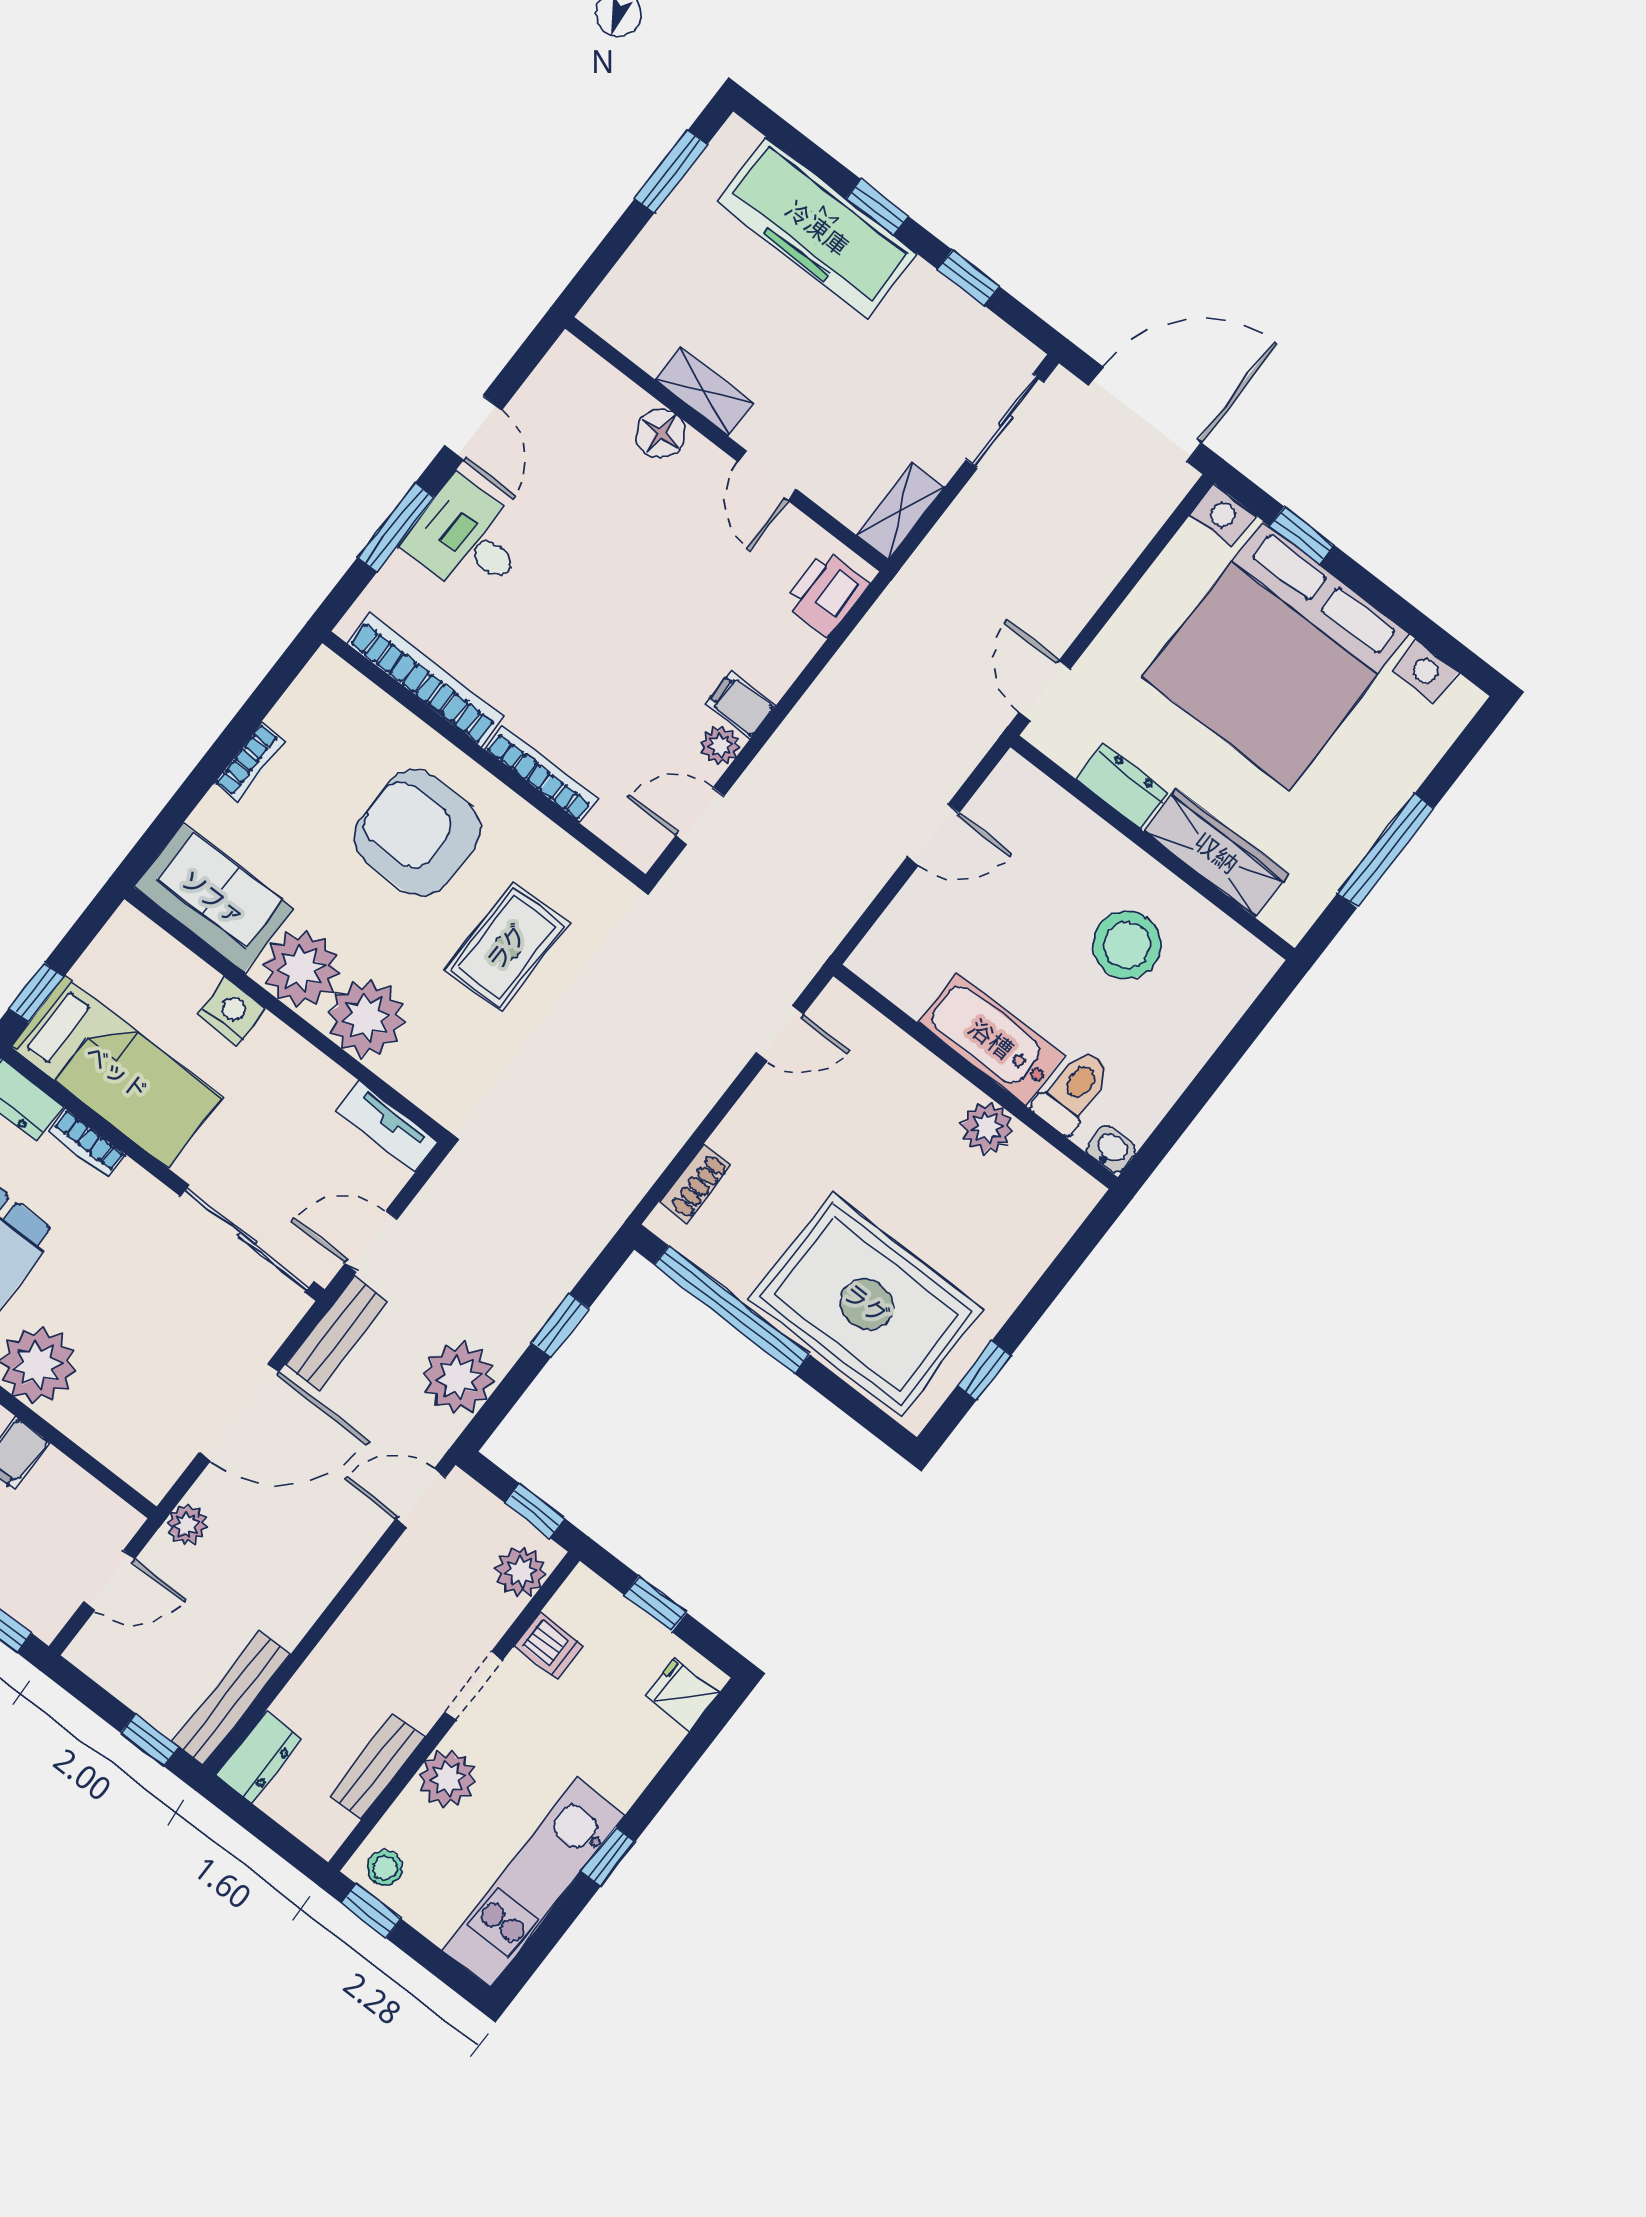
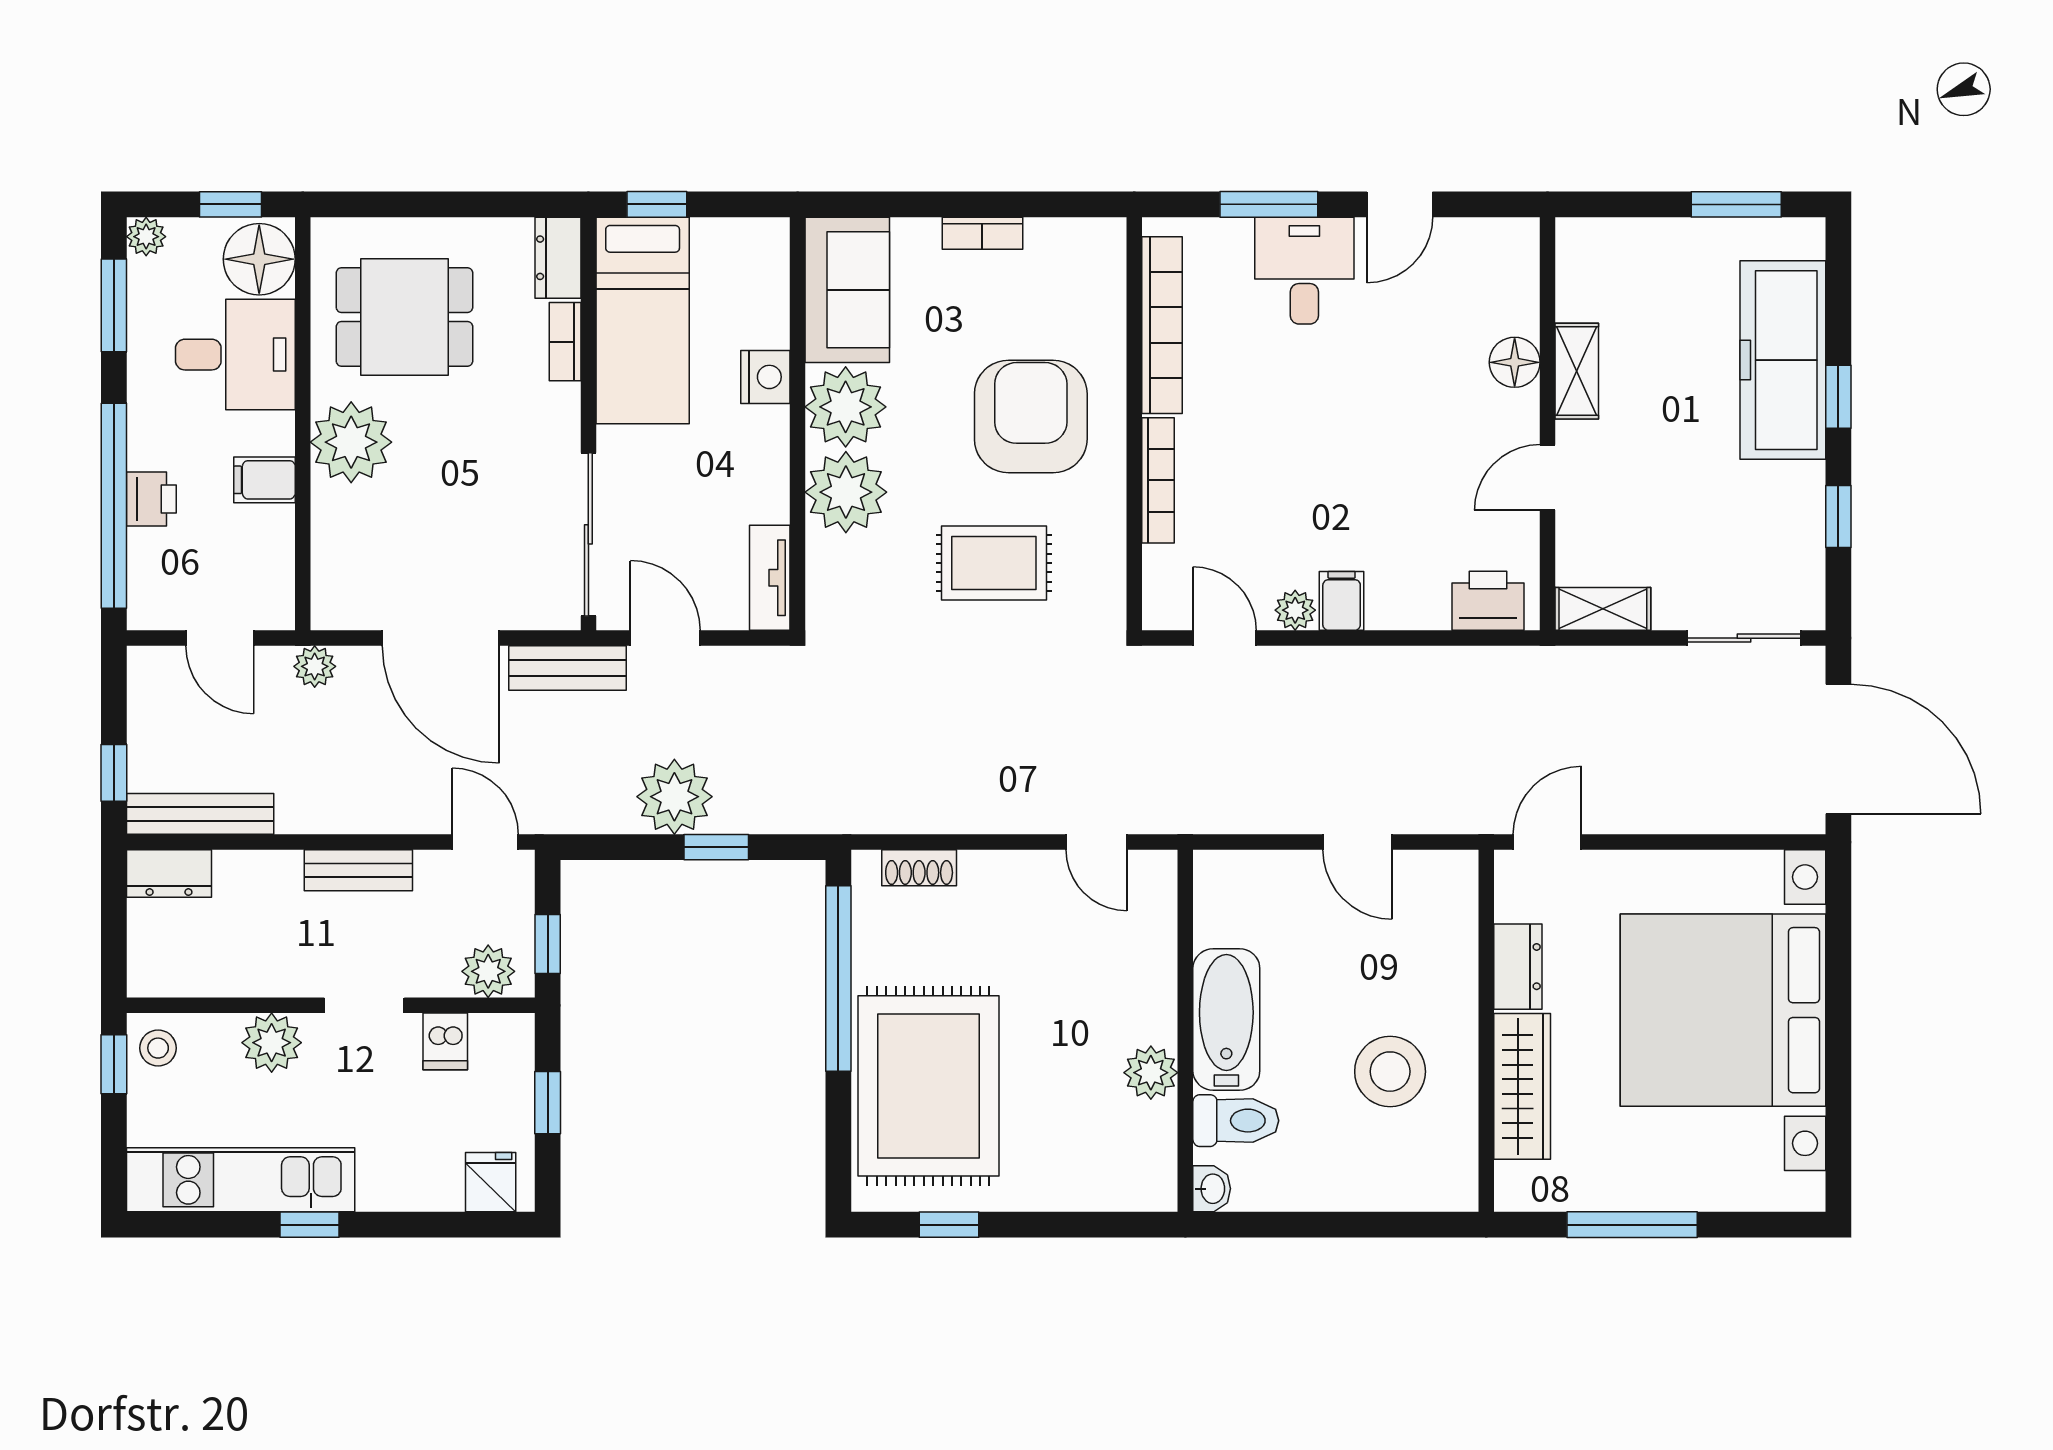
window: (1302, 535) -> (1838, 955), removed
plant: (458, 1378) -> (674, 797), moved
bench: (377, 1767) -> (358, 870), moved

